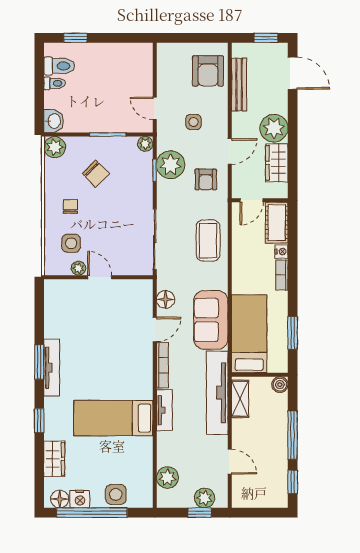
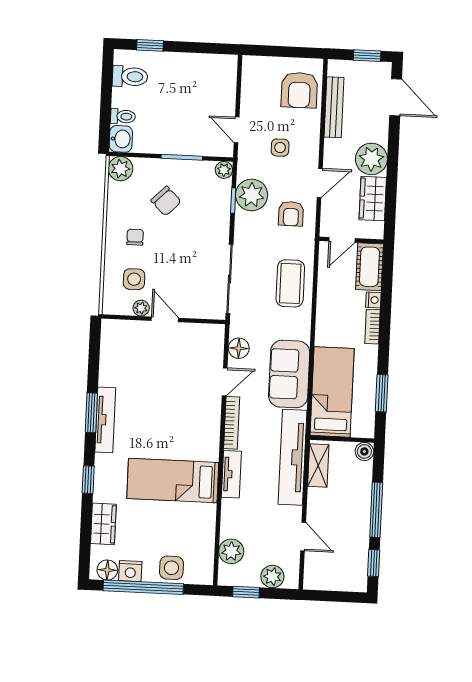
toilet: (55, 83) -> (123, 116), moved
window: (200, 513) -> (246, 592), moved

